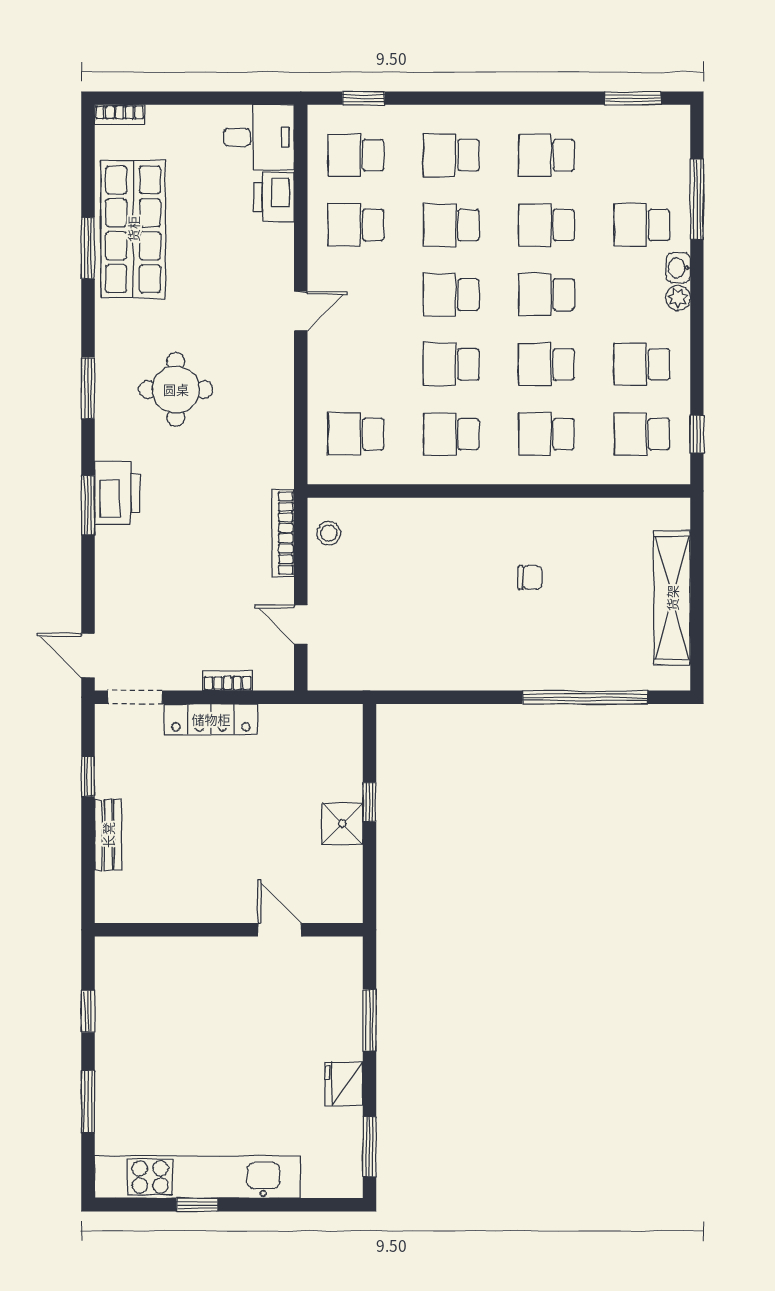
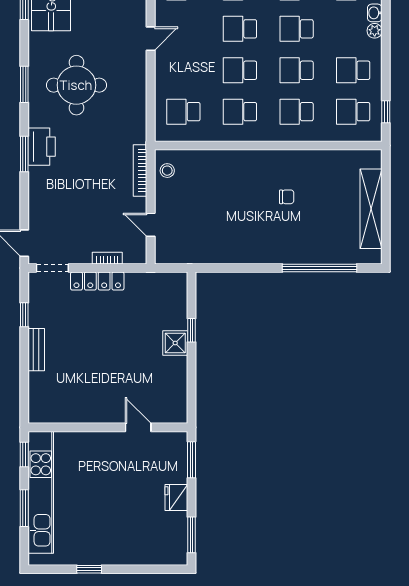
round table: (176, 389) -> (76, 85), width x1.36, depth x1.36
wall: (229, 930) -> (108, 427), moved
door: (280, 930) -> (138, 427), moved
kitchen unit: (197, 1177) -> (41, 492), moved, turned 90

